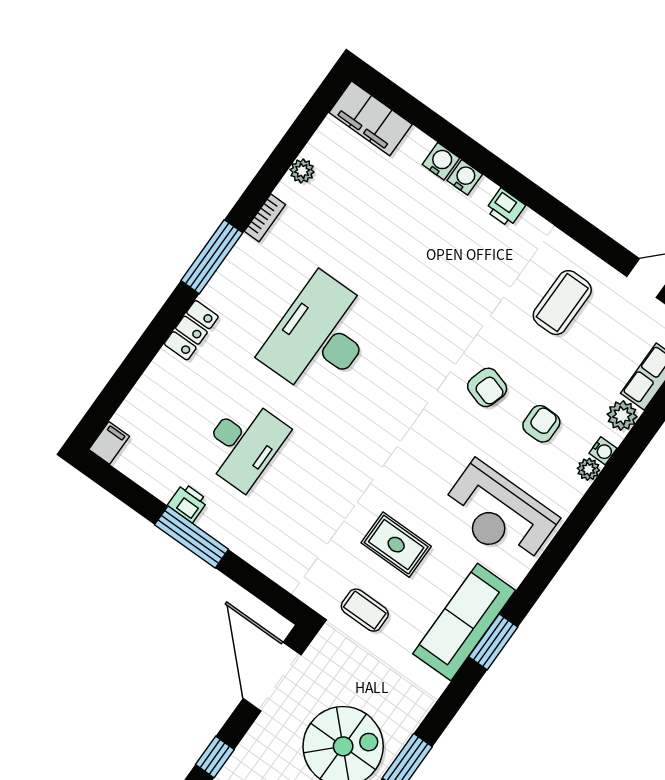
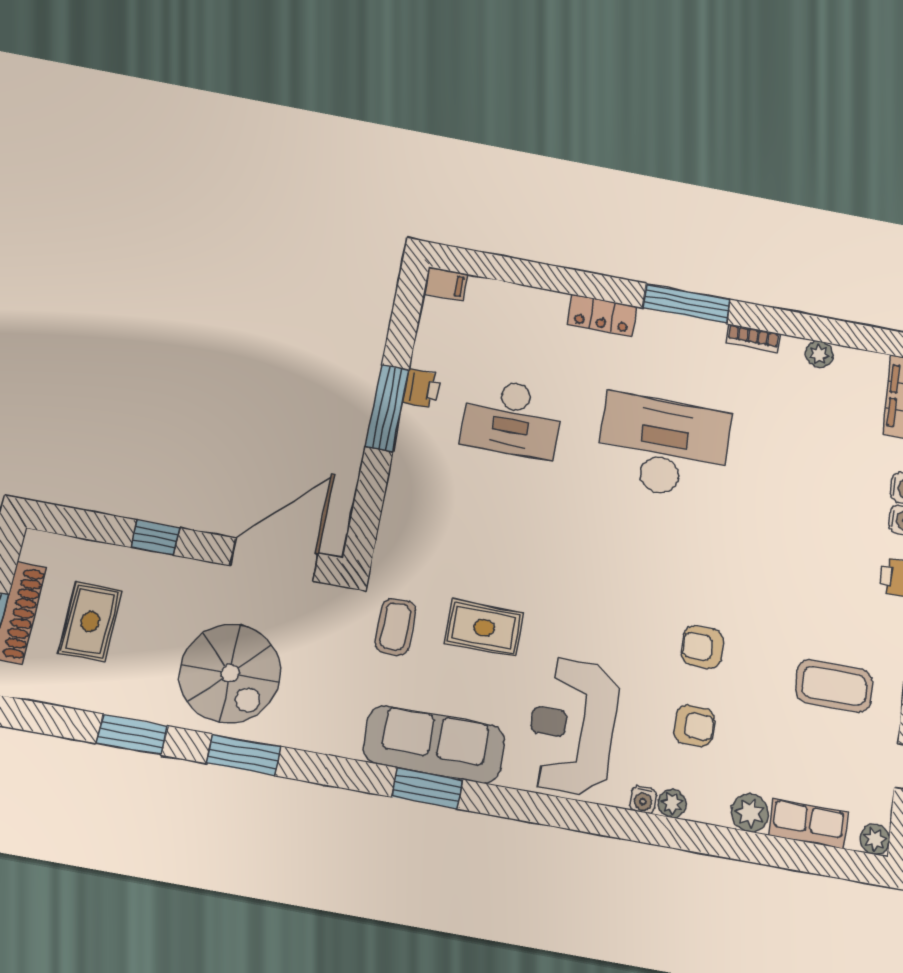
armchair: (487, 387) -> (702, 647), turned 73
water cooler: (603, 451) -> (643, 800), moved
rug: (396, 545) -> (484, 628), turned 90

